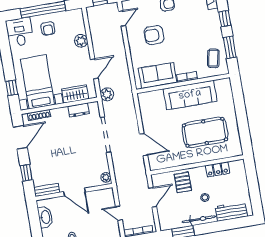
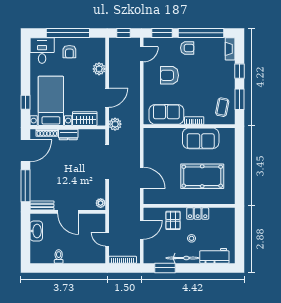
sofa: (190, 95) -> (201, 138), width x0.73
dresser: (79, 110) -> (68, 134), moved
locker: (218, 169) -> (198, 214), moved
window: (26, 173) -> (25, 186), width x2.17

